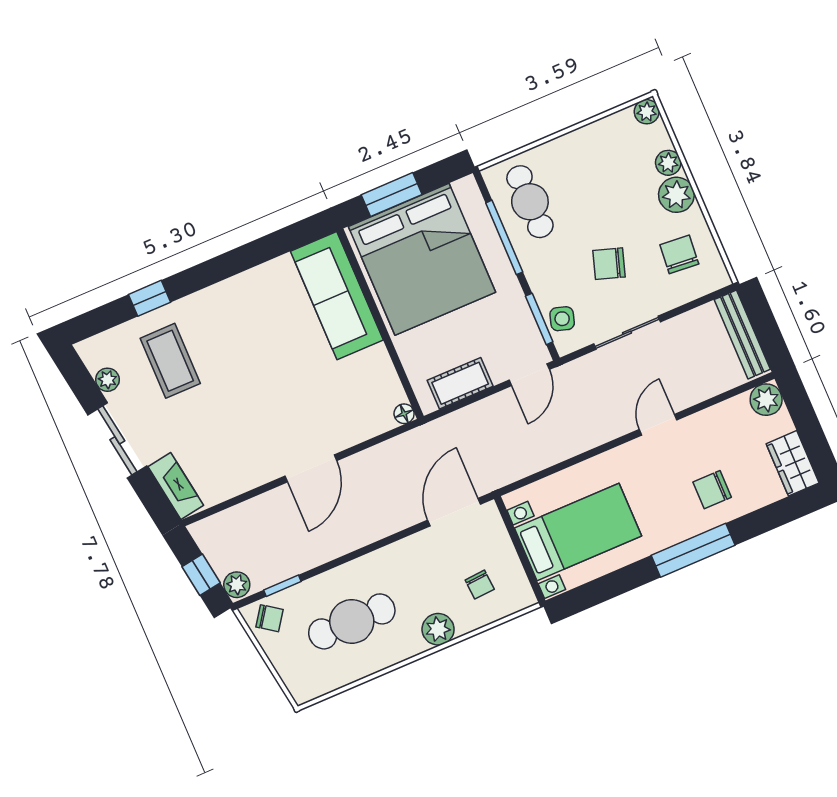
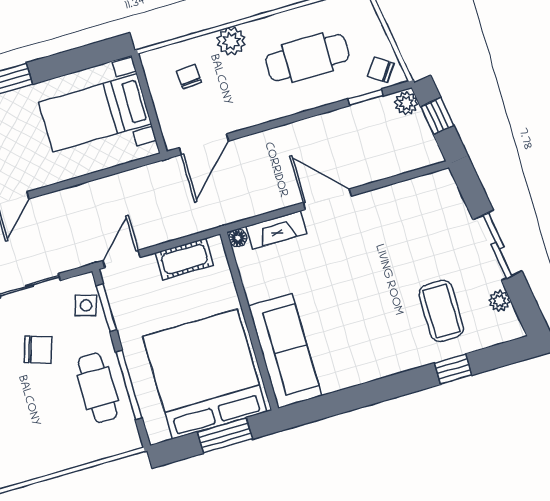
cafe table: (530, 202) -> (98, 388), moved
door: (311, 468) -> (327, 199), hinge flipped
fireplace: (176, 486) -> (276, 230), moved, turned -81

